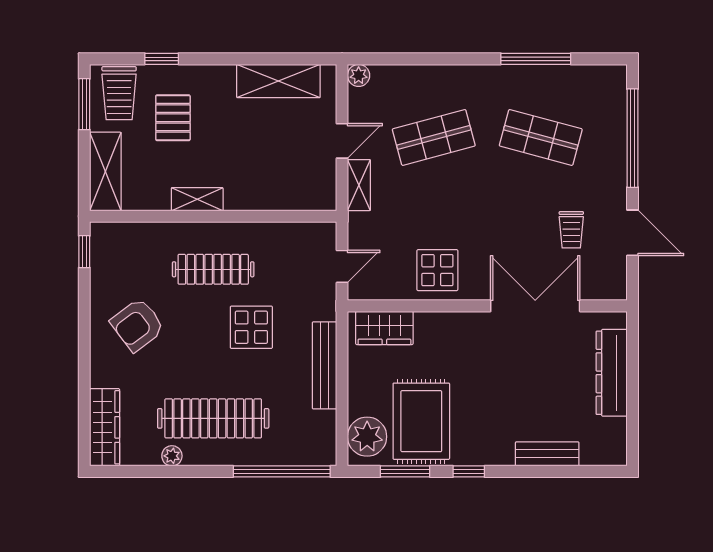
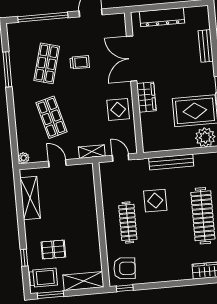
shelving: (359, 185) -> (92, 152), moved
shelving: (197, 199) -> (93, 234), removed
trolley: (571, 230) -> (80, 62), moved
armchair: (137, 325) -> (124, 268), moved, turned -49
wardrobe: (384, 328) -> (146, 97), moved

